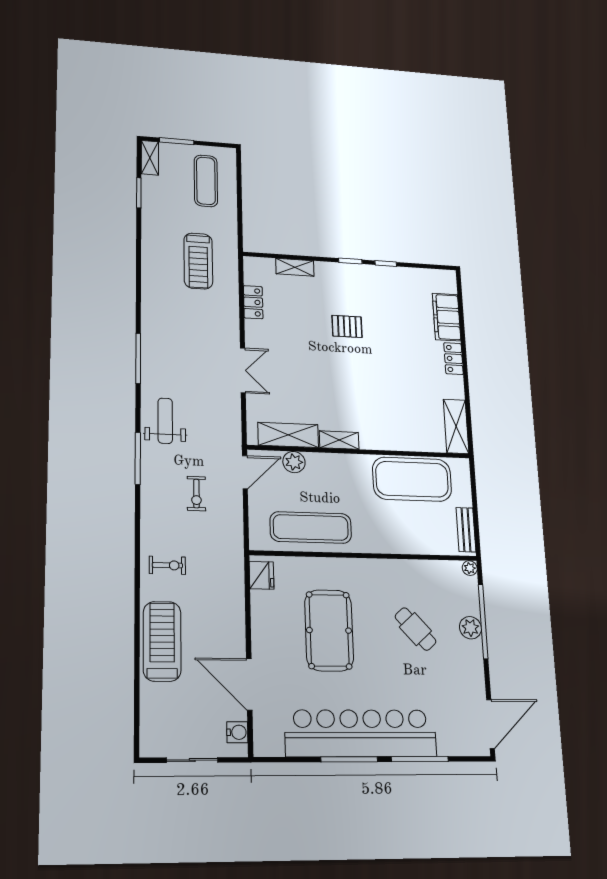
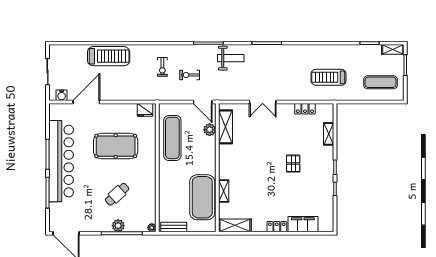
shelving: (339, 440) -> (224, 191), moved
exercise bike: (167, 565) -> (162, 67), moved

